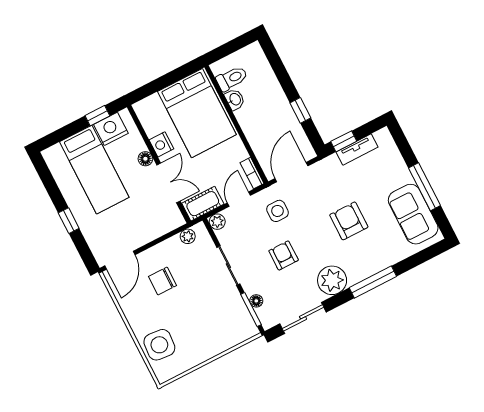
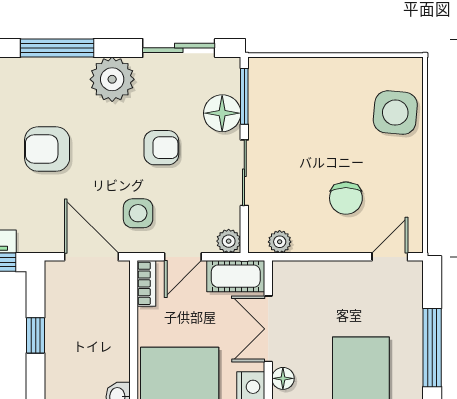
door: (291, 172) -> (91, 257), swing flipped
window: (69, 221) -> (432, 348), width x2.17
armchair: (349, 221) -> (47, 149), turned 90
armchair: (284, 255) -> (161, 148), turned -90
door: (120, 260) -> (390, 257), width x0.73
chair: (163, 281) -> (346, 198), turned 90
floor lamp: (256, 301) -> (222, 113), width x1.89, depth x1.89

